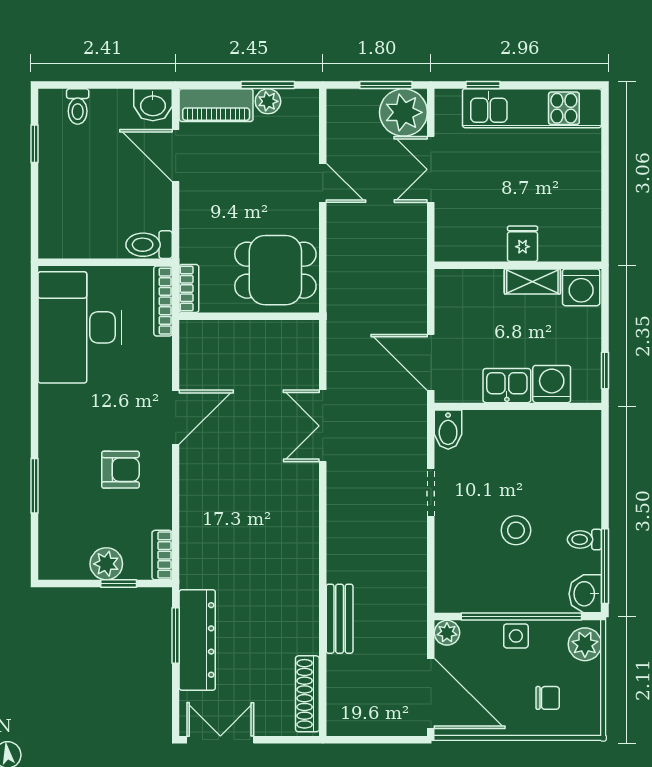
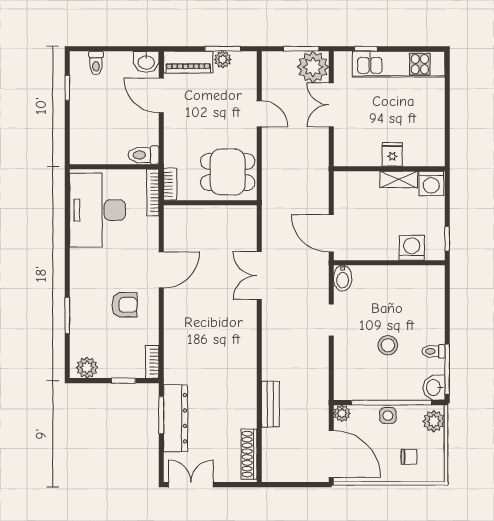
kitchen sink: (507, 386) -> (382, 249), removed
plant: (106, 564) -> (87, 368), moved

